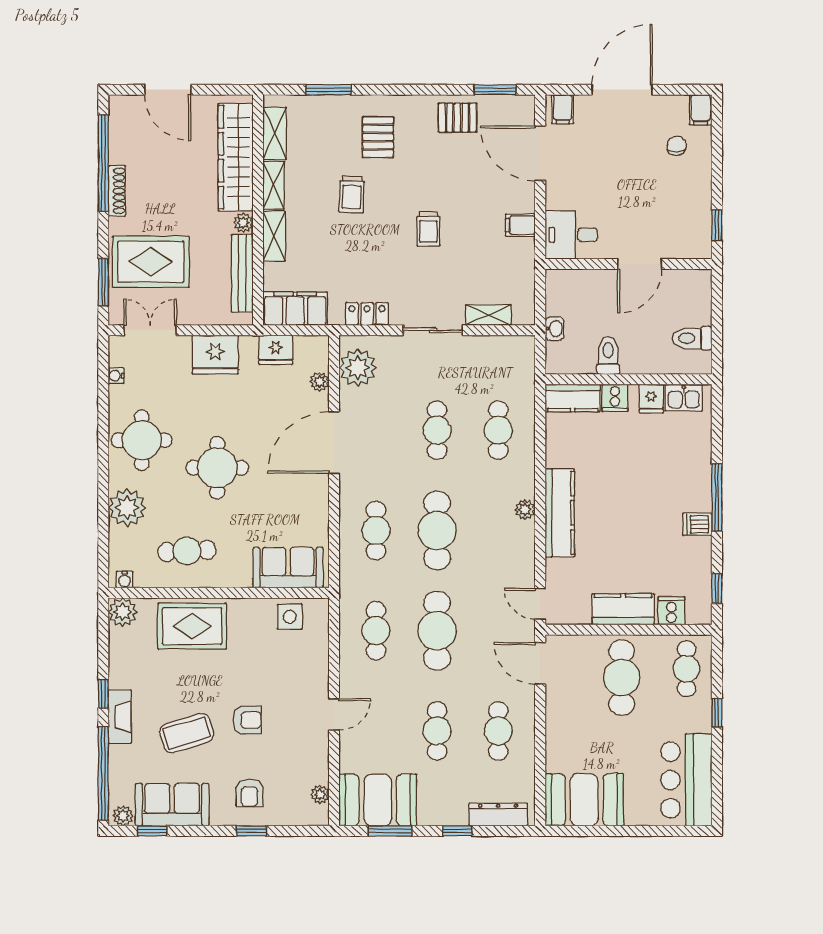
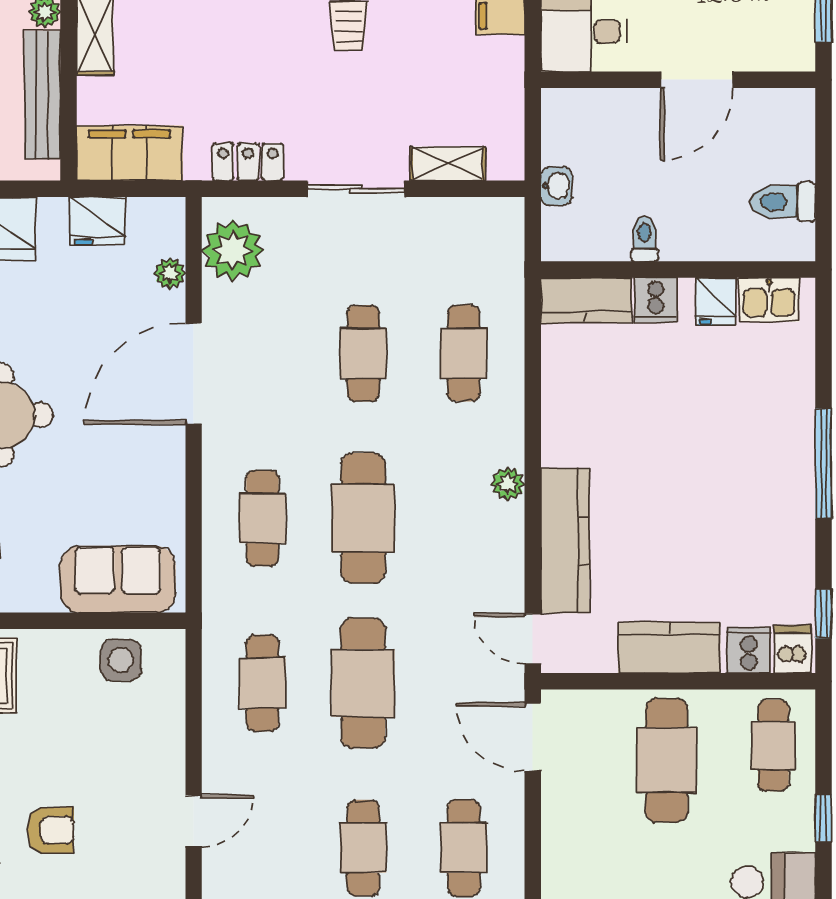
toilet: (608, 355) -> (645, 239), width x0.73, depth x0.72
kitchen counter: (560, 513) -> (565, 541), moved
dishwasher: (697, 524) -> (793, 649), moved, turned 90

